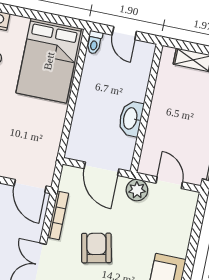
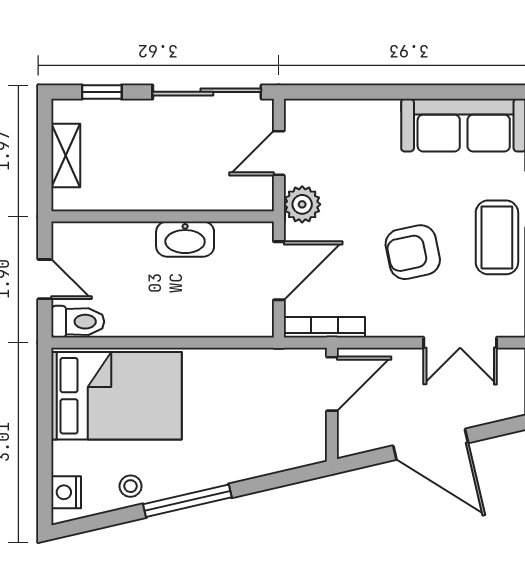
door: (124, 33) -> (45, 279), hinge flipped
toilet: (94, 42) -> (78, 322), width x1.37, depth x1.39
bookcase: (58, 215) -> (324, 327), moved

